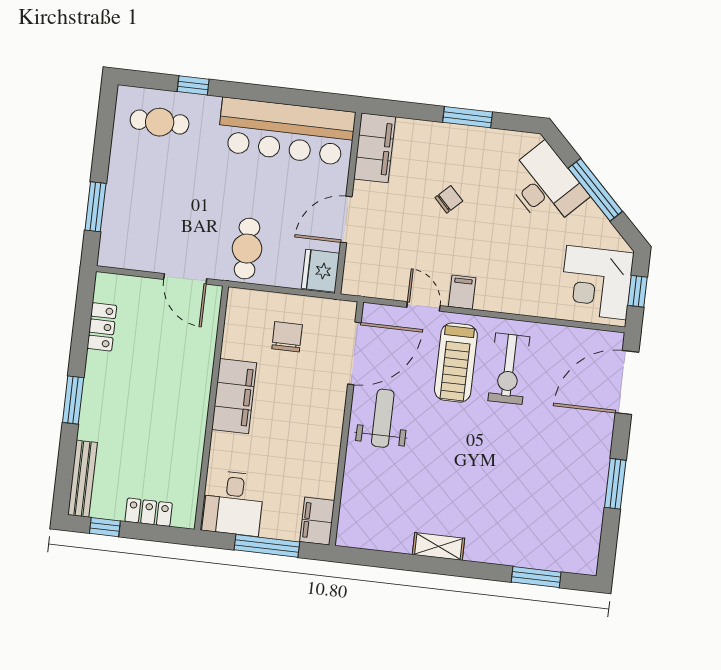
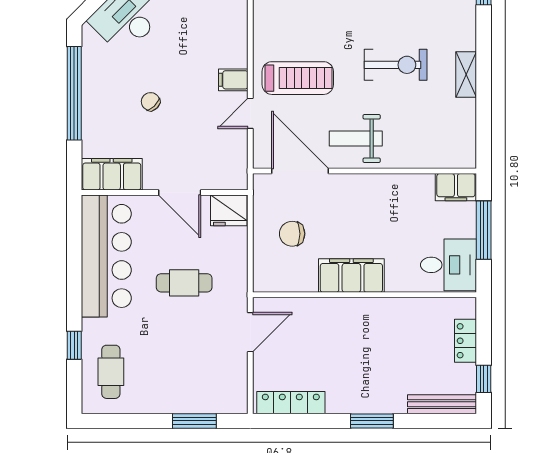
window: (468, 117) -> (74, 93), width x2.11
cafe table: (247, 249) -> (184, 283), moved
locker: (102, 327) -> (291, 403), width x1.53
exercise bike: (509, 369) -> (396, 65), moved

